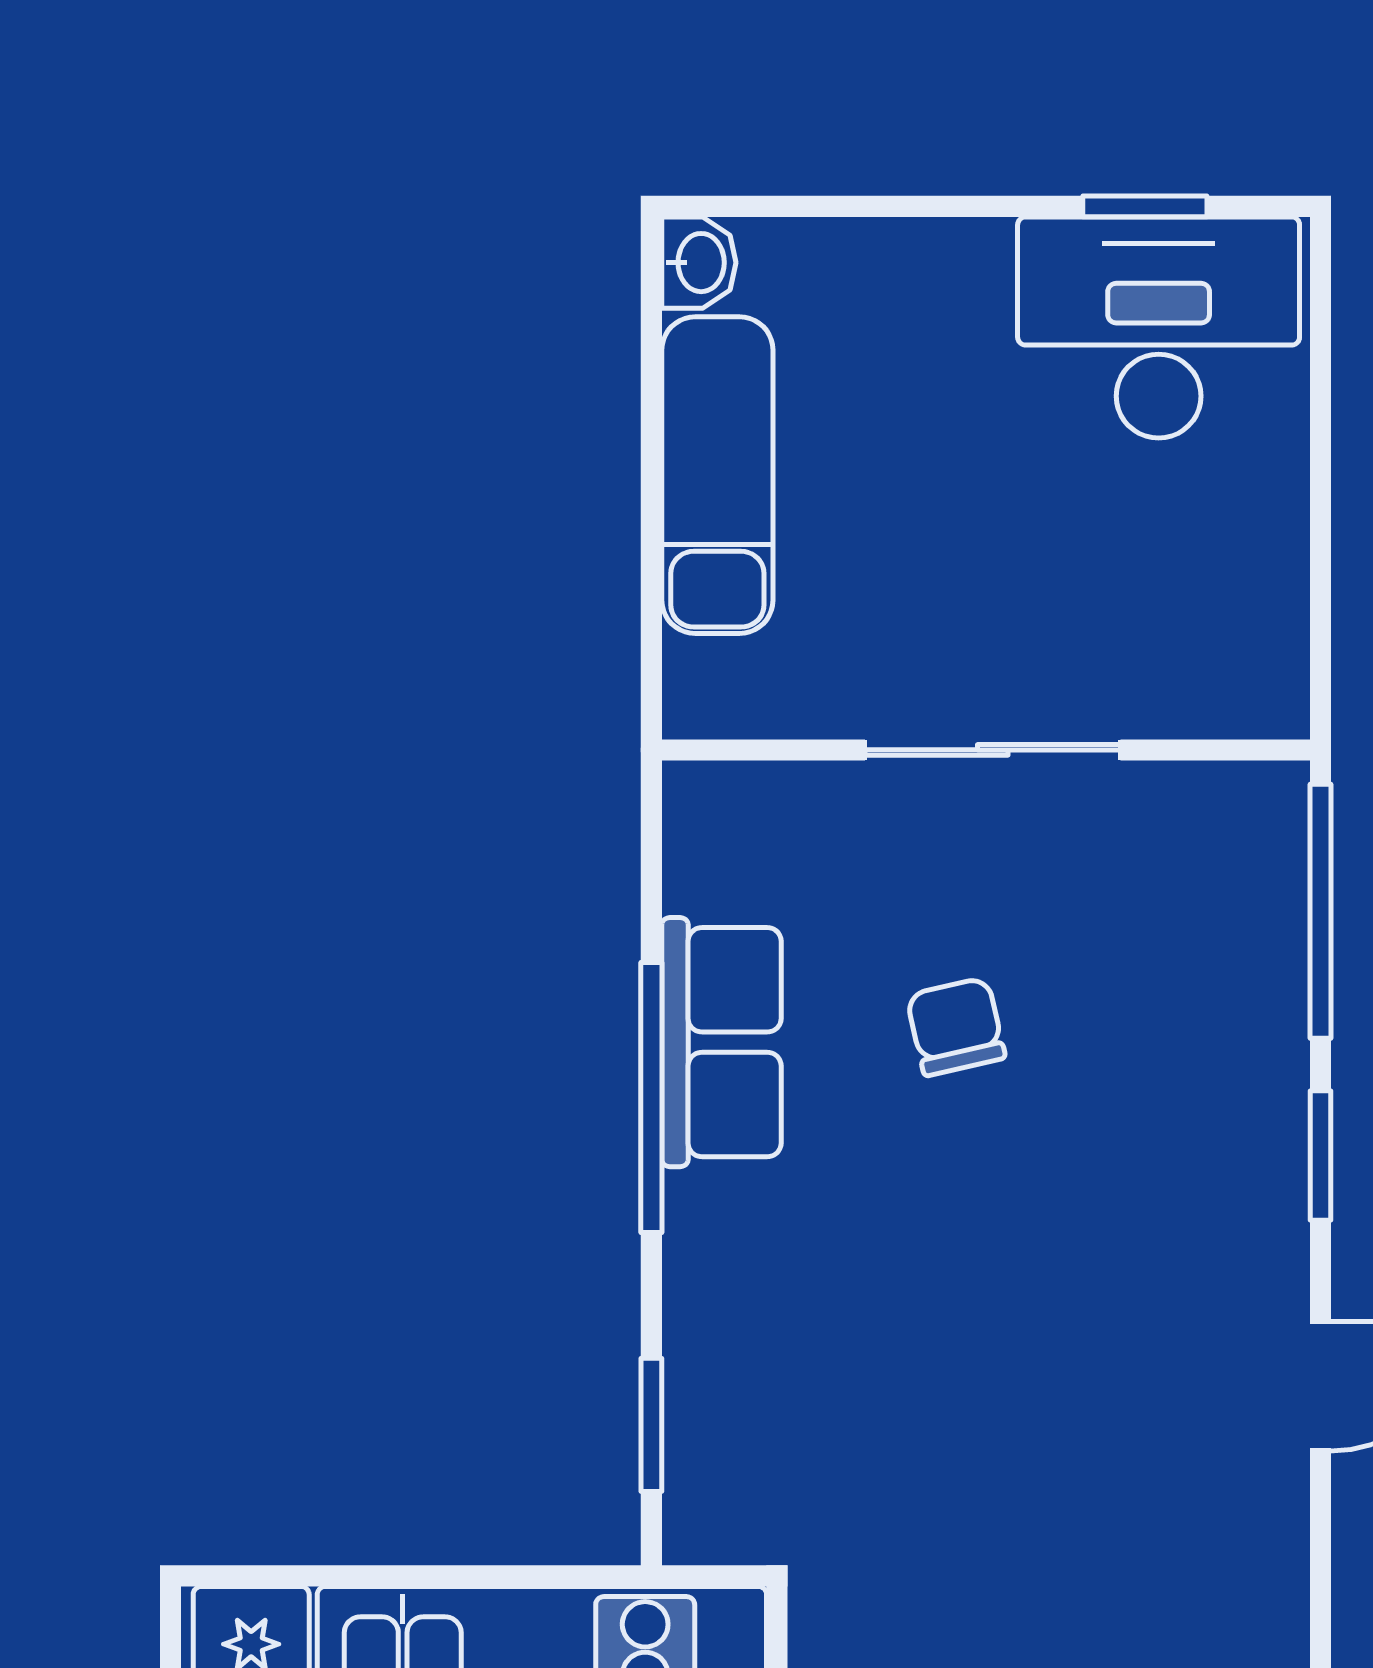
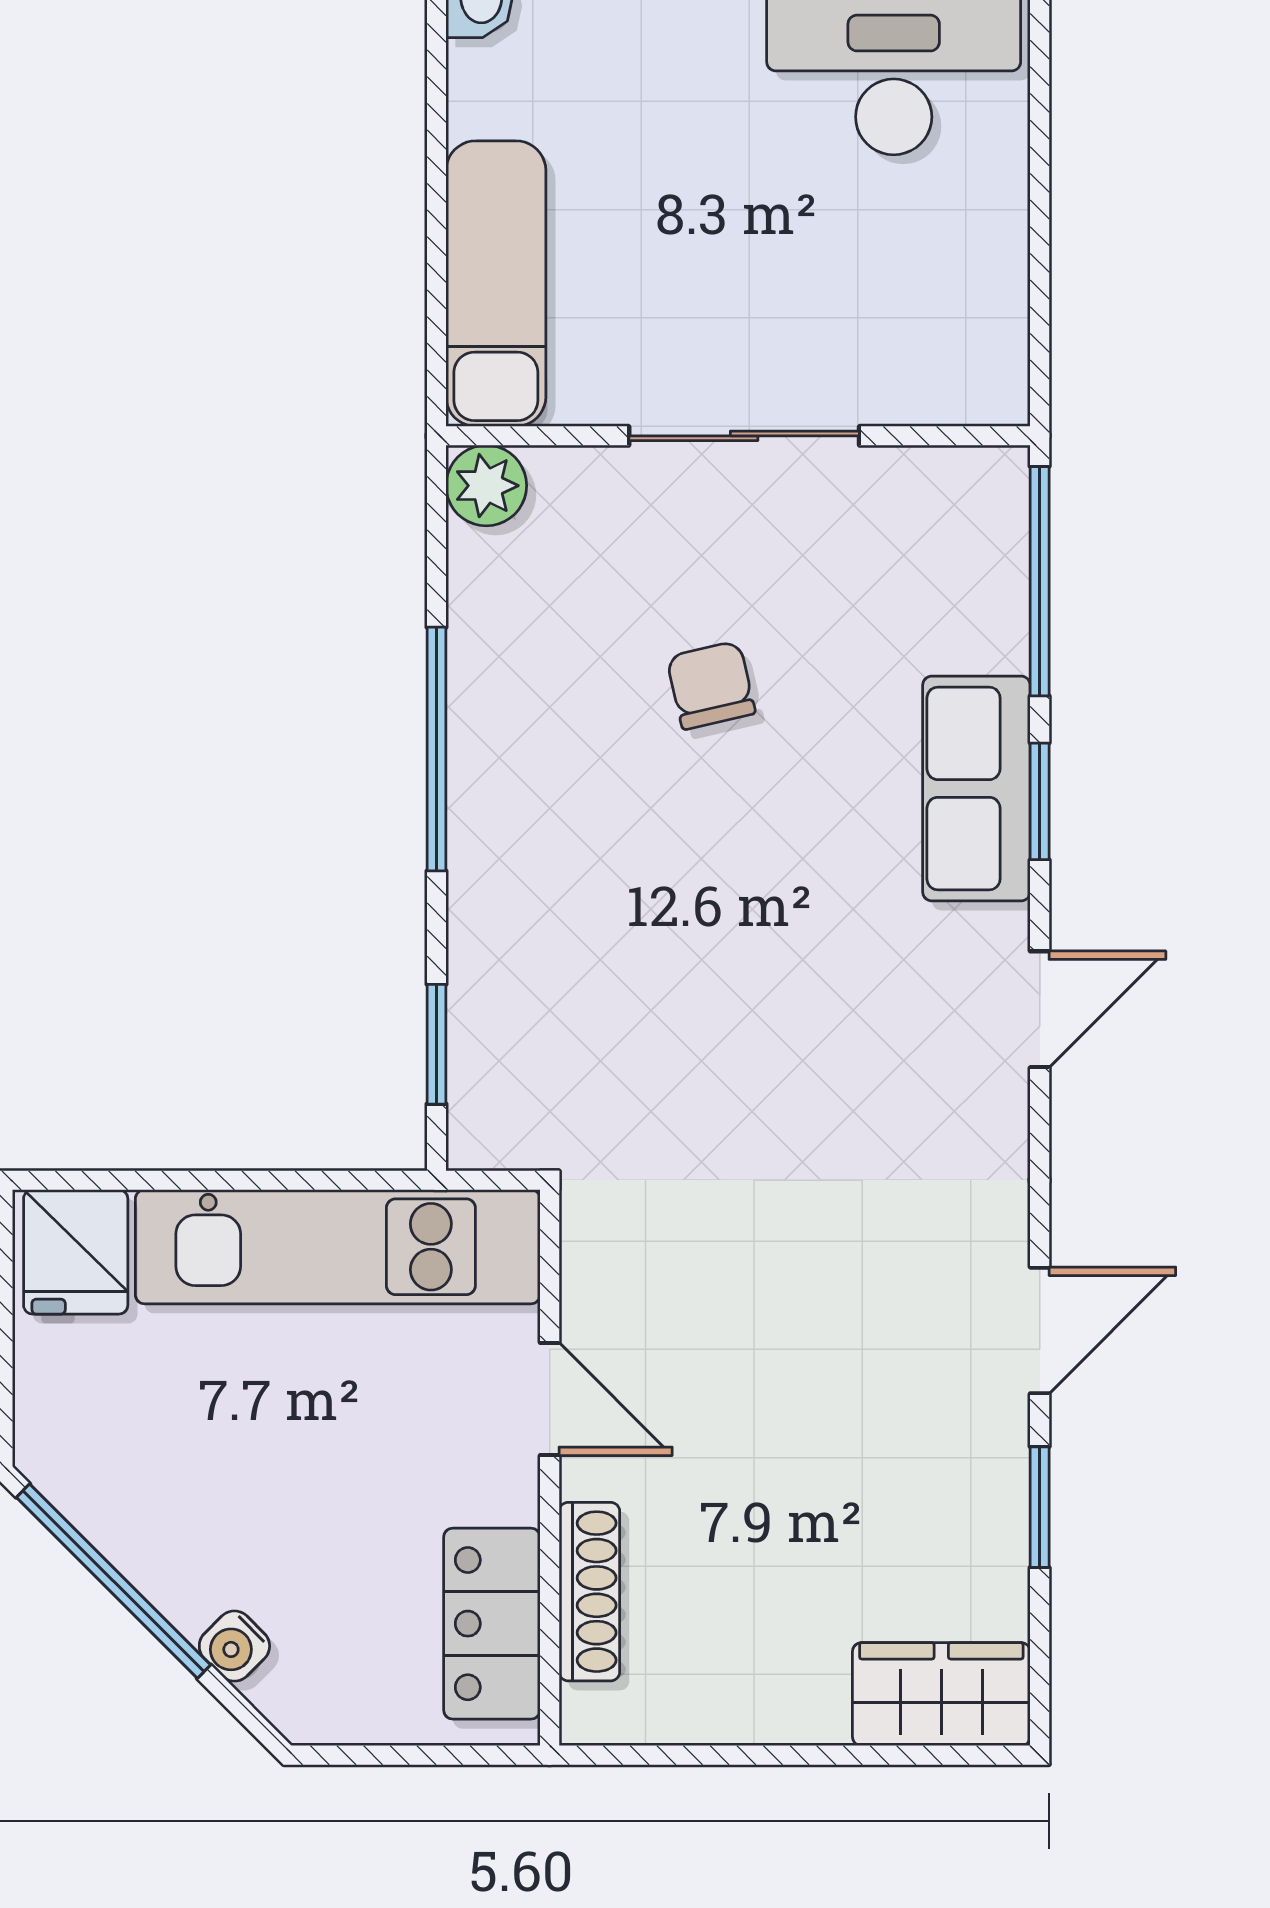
exam couch: (717, 475) -> (496, 284), moved
plant: (707, 805) -> (486, 486), added
row of seats: (722, 1042) -> (976, 788), moved, turned 180

